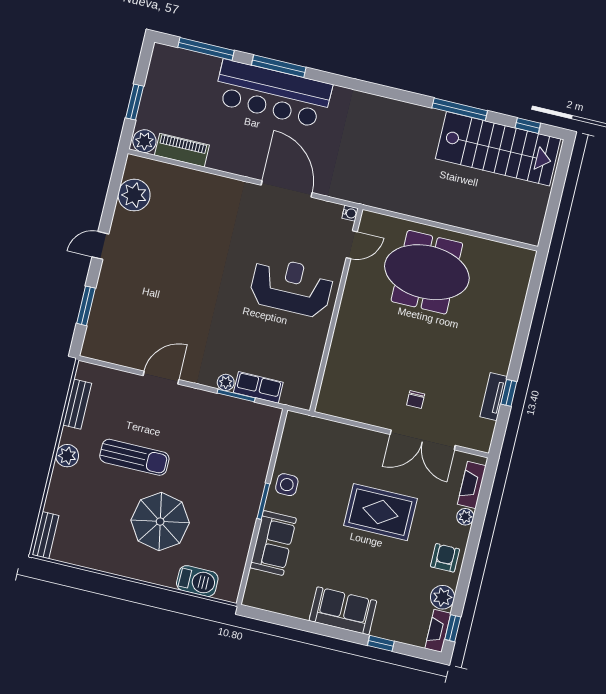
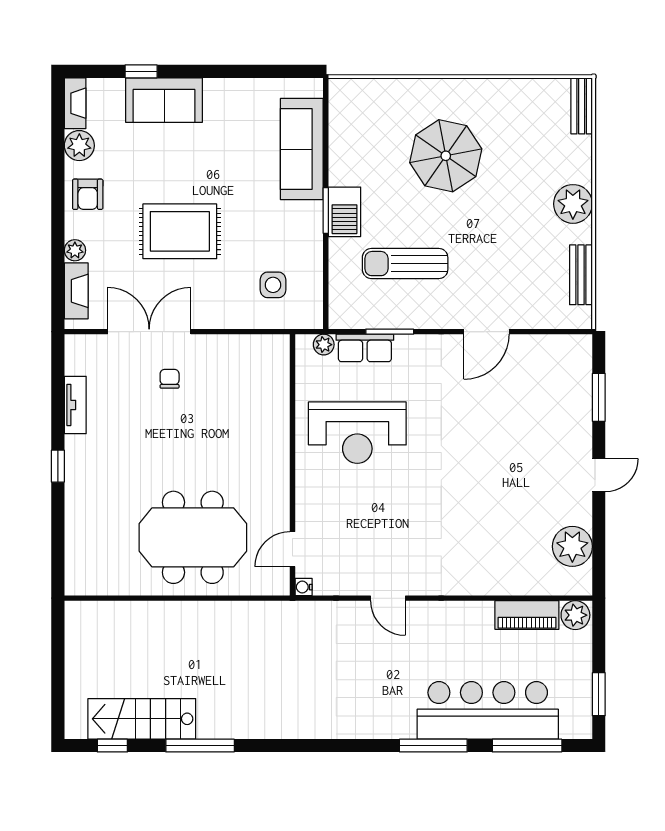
bar counter: (273, 94) -> (488, 710), moved
window: (135, 102) -> (599, 694), moved
stairs: (498, 149) -> (142, 719), width x0.73, depth x0.66
door: (287, 189) -> (388, 598), width x0.53
reception desk: (291, 287) -> (357, 433), moved
plant: (226, 382) -> (324, 345), moved
window: (509, 393) -> (58, 466), moved
plant: (67, 456) -> (573, 204), width x1.36, depth x1.36
sun lounger: (134, 457) -> (405, 264), moved
side table: (287, 485) -> (273, 285), moved
sofa: (273, 543) -> (302, 149), width x1.36
barbecue: (197, 581) -> (344, 212), moved, turned -90
sofa: (343, 611) -> (164, 100), moved
window: (453, 628) -> (58, 111), removed

